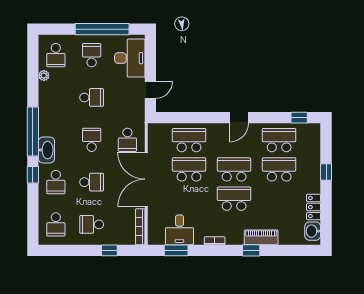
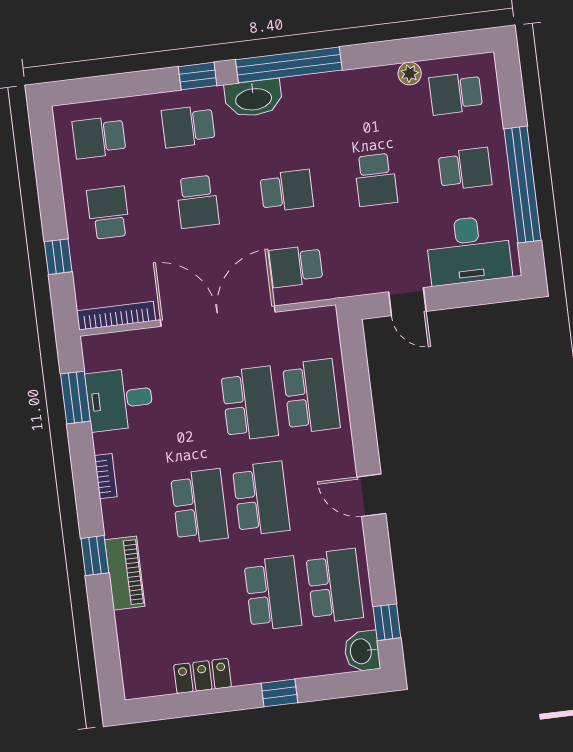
washbasin: (313, 231) -> (362, 651), moved, turned -90

